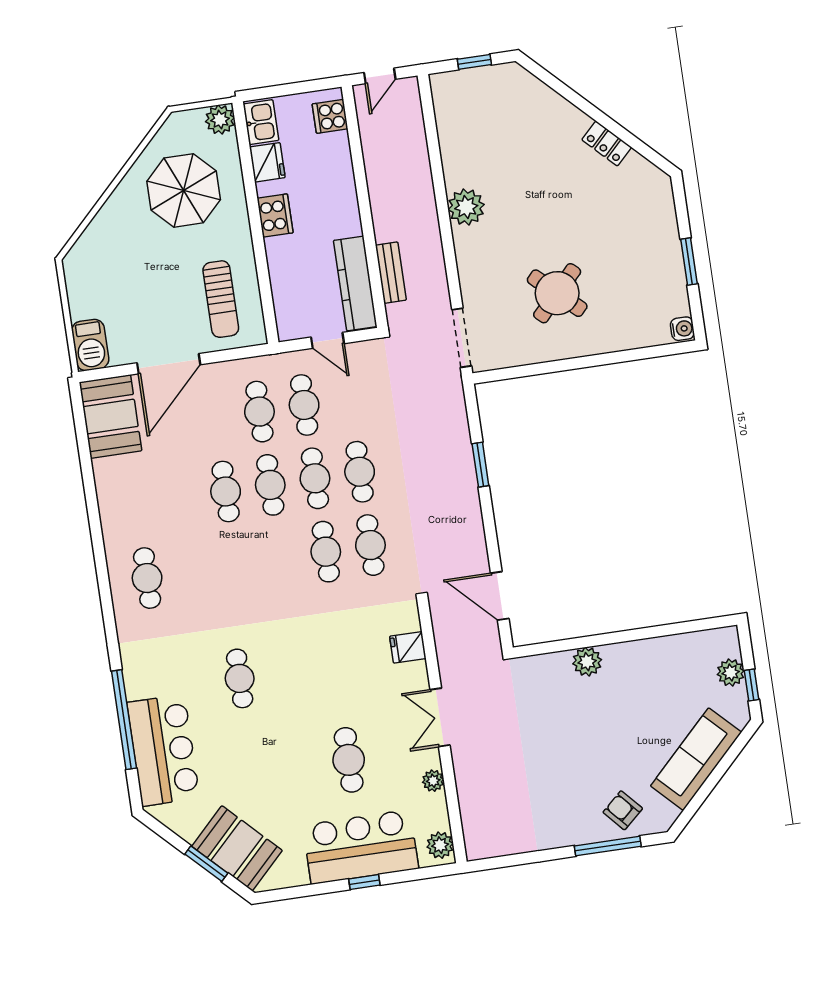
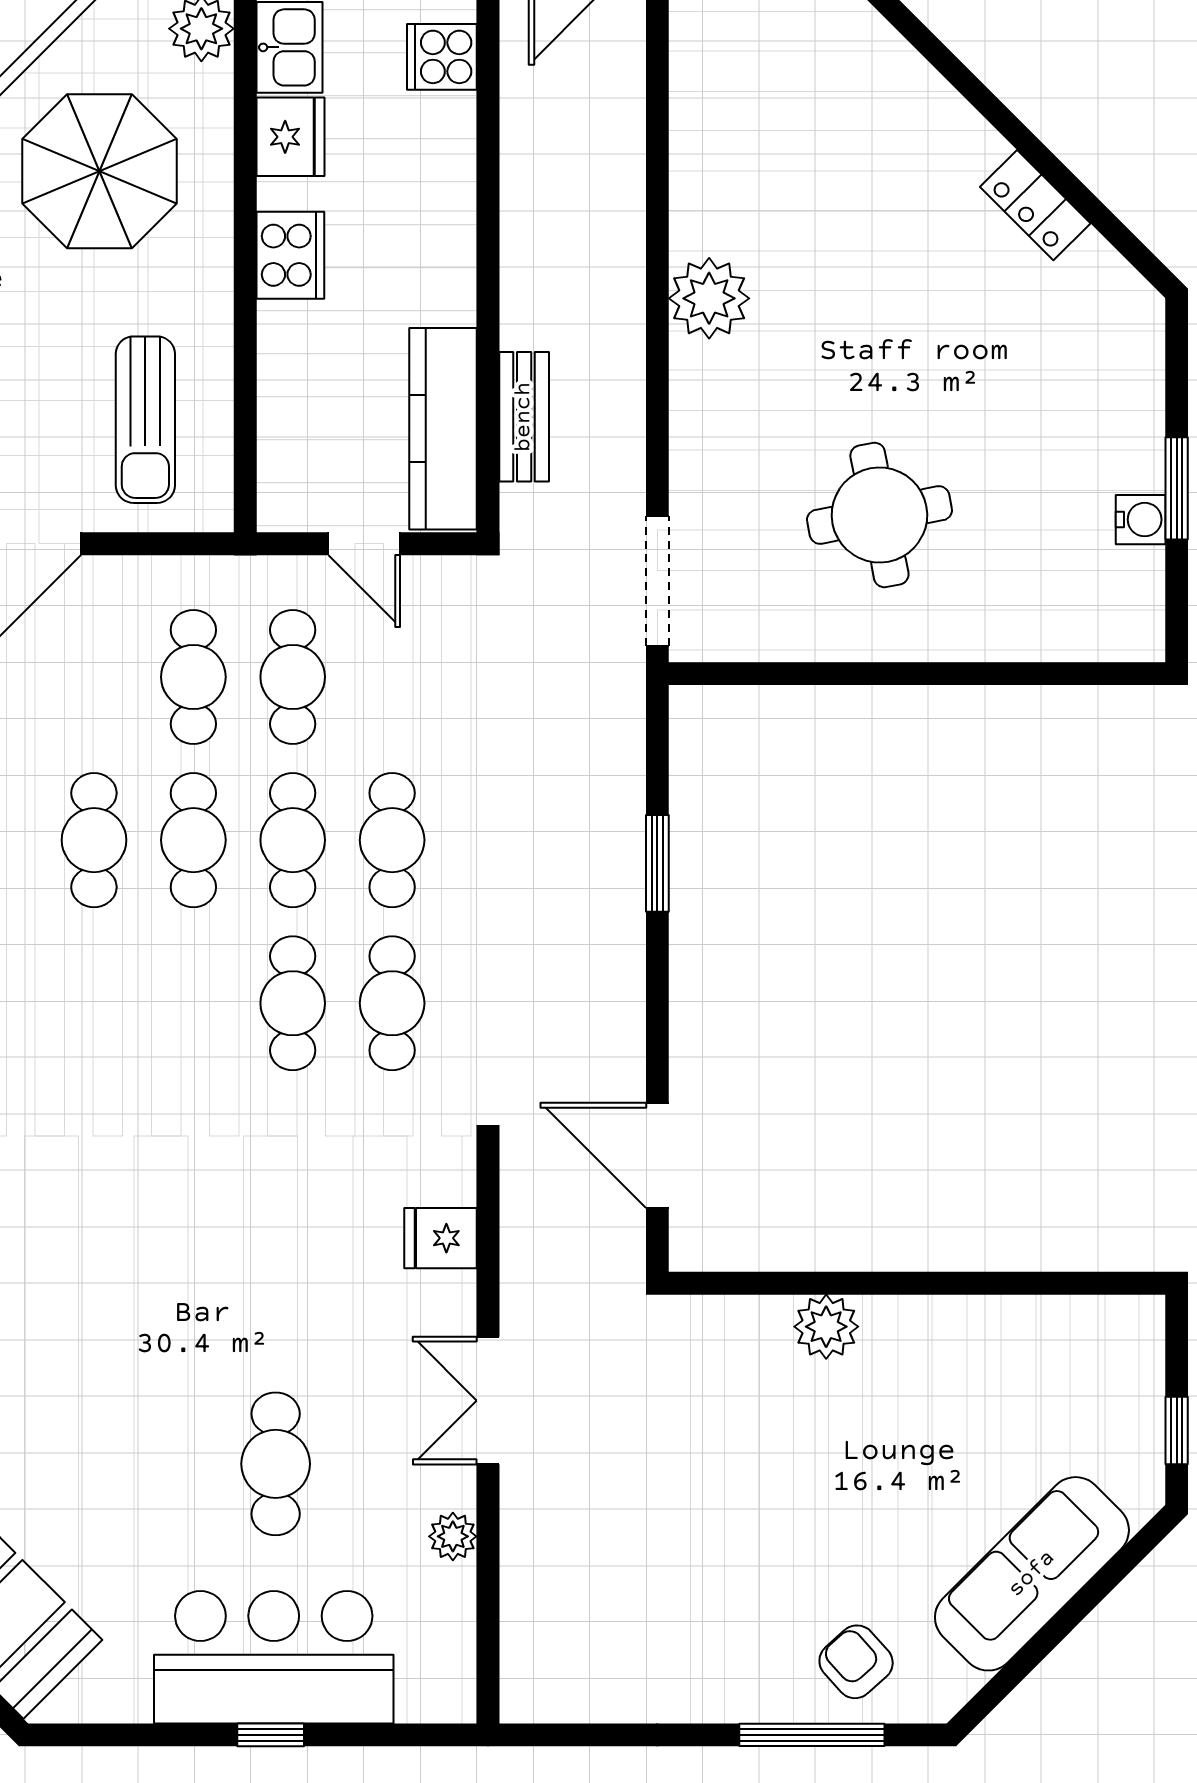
round table: (557, 293) -> (879, 515), turned 36
water cooler: (682, 329) -> (1141, 520), moved
plant: (731, 673) -> (1135, 1397), removed
cafe table: (240, 678) -> (64, 1252), removed
plant: (440, 845) -> (447, 1679), removed

